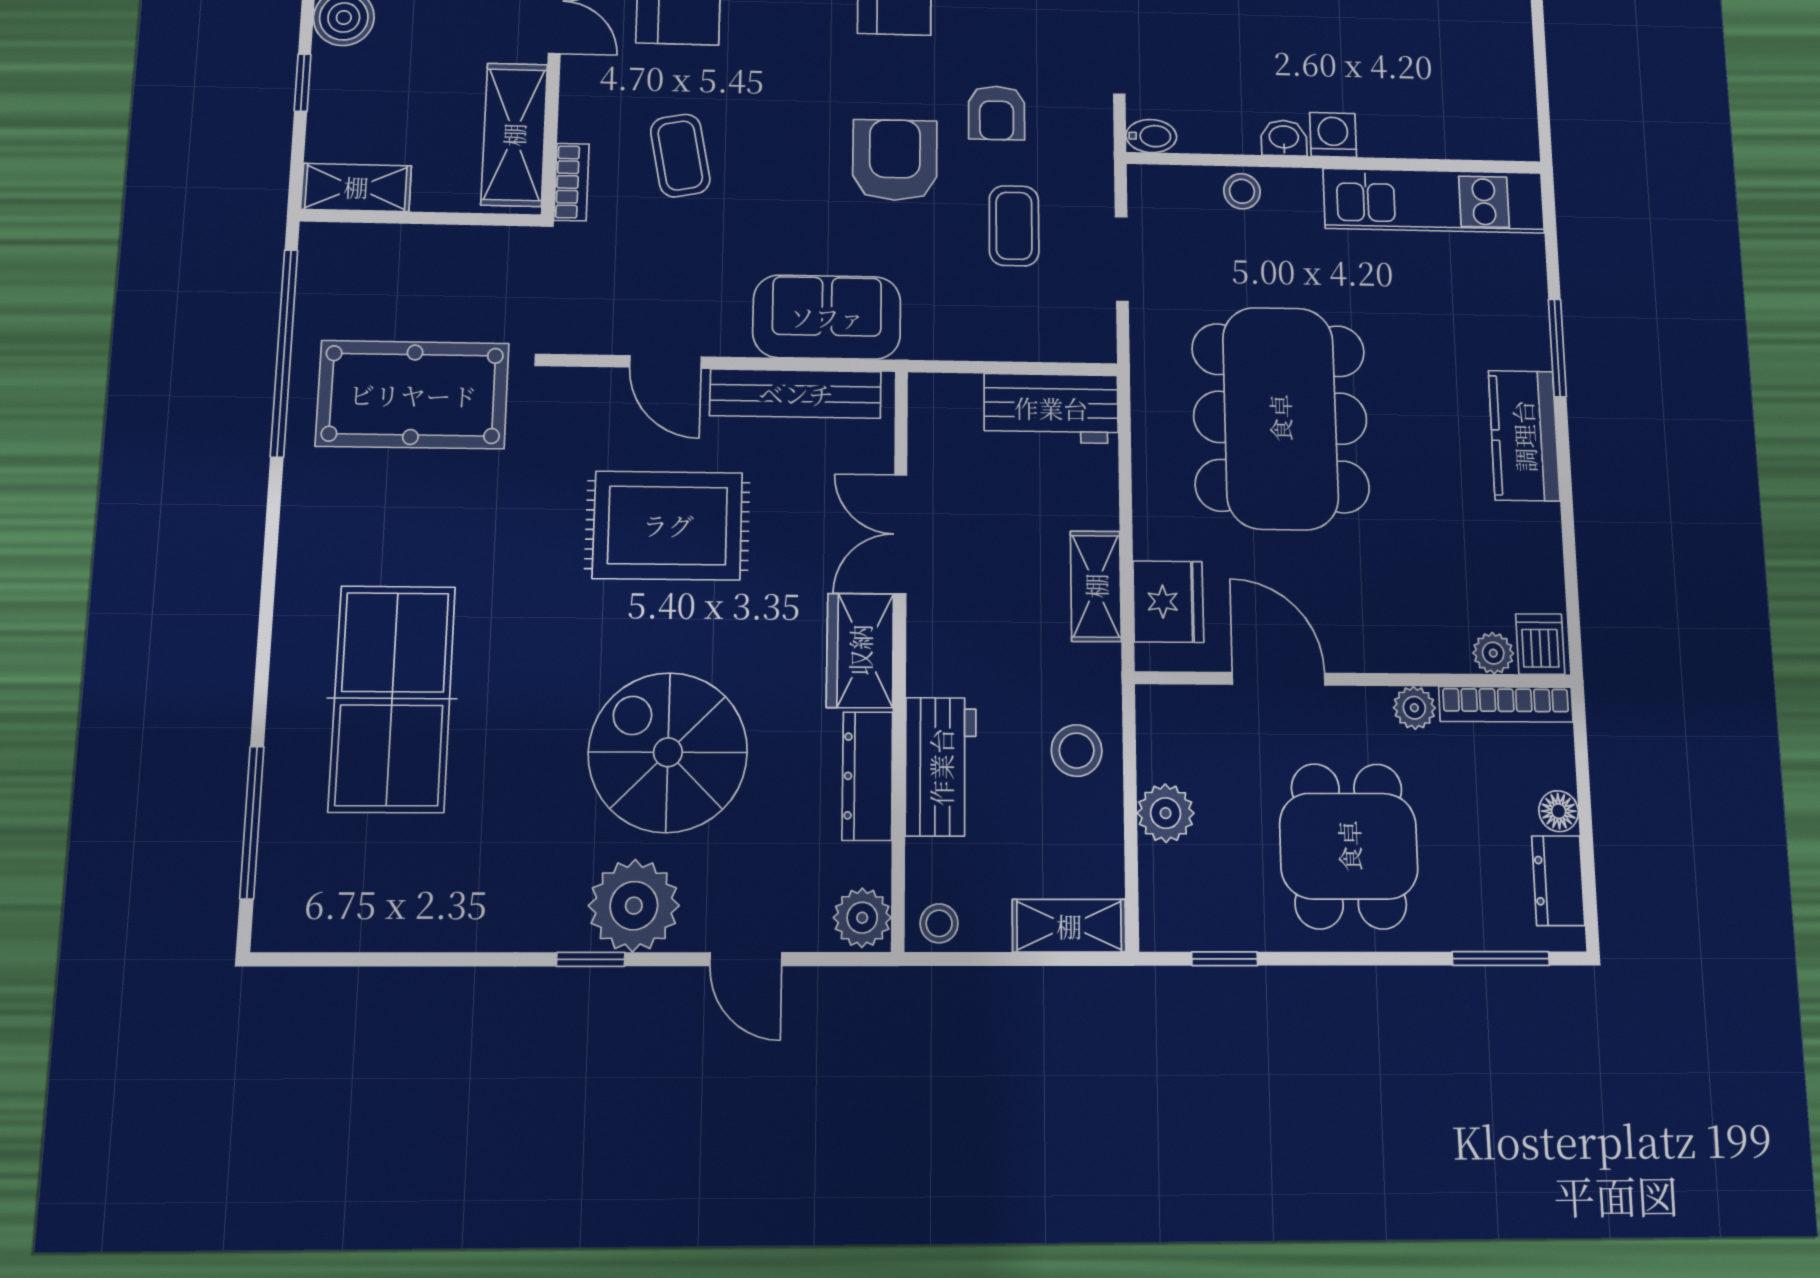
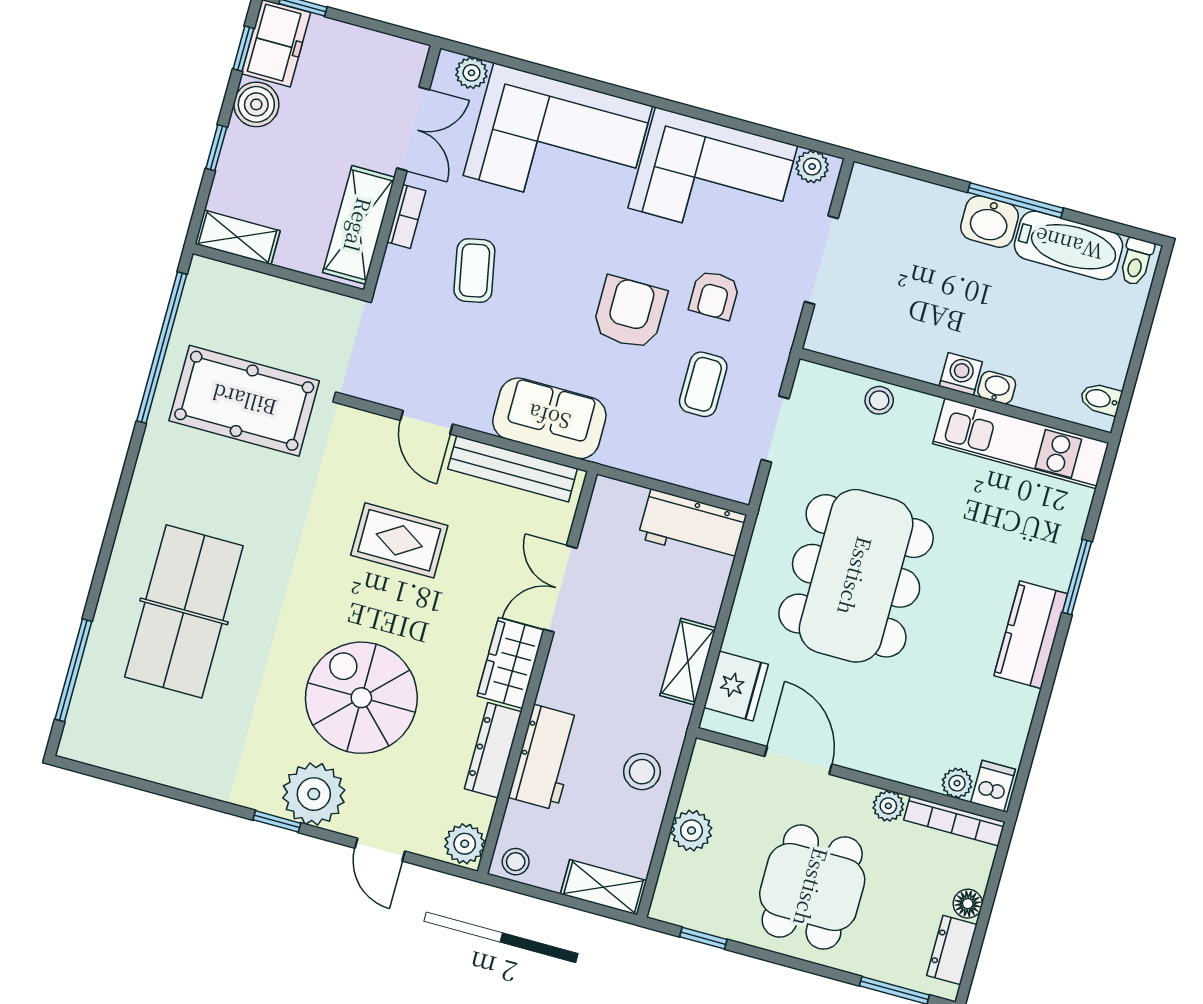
bidet: (1151, 136) -> (1101, 399), moved, turned 180
washbasin: (1284, 138) -> (997, 388), moved
bookcase: (571, 182) -> (406, 216), moved
rug: (668, 525) -> (399, 540), width x0.73, depth x0.70

